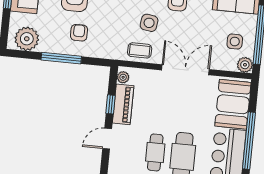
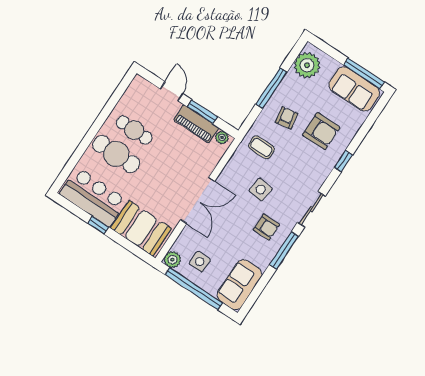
armchair: (79, 33) -> (286, 118), turned -100
coffee table: (140, 50) -> (261, 147), moved, turned 90
window: (111, 104) -> (202, 112), width x1.50
window: (249, 141) -> (98, 225), width x0.32

